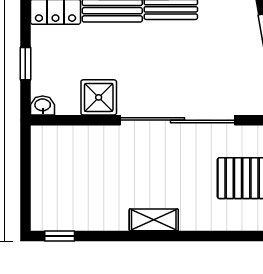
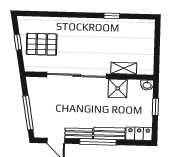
shelving: (154, 220) -> (124, 68), moved
window: (60, 236) -> (112, 16), moved

